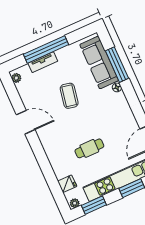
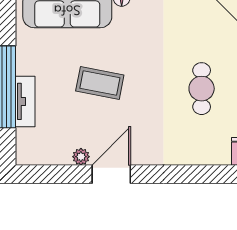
plant: (16, 78) -> (81, 157), moved

